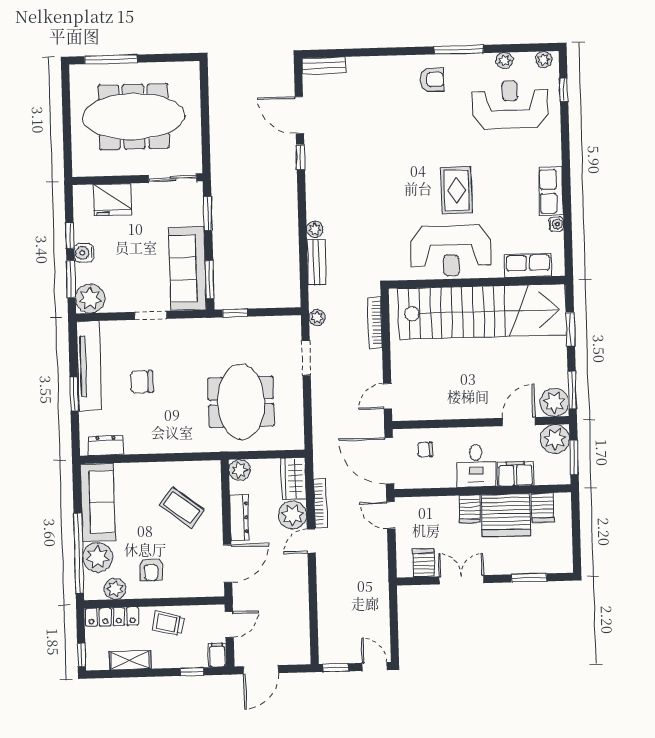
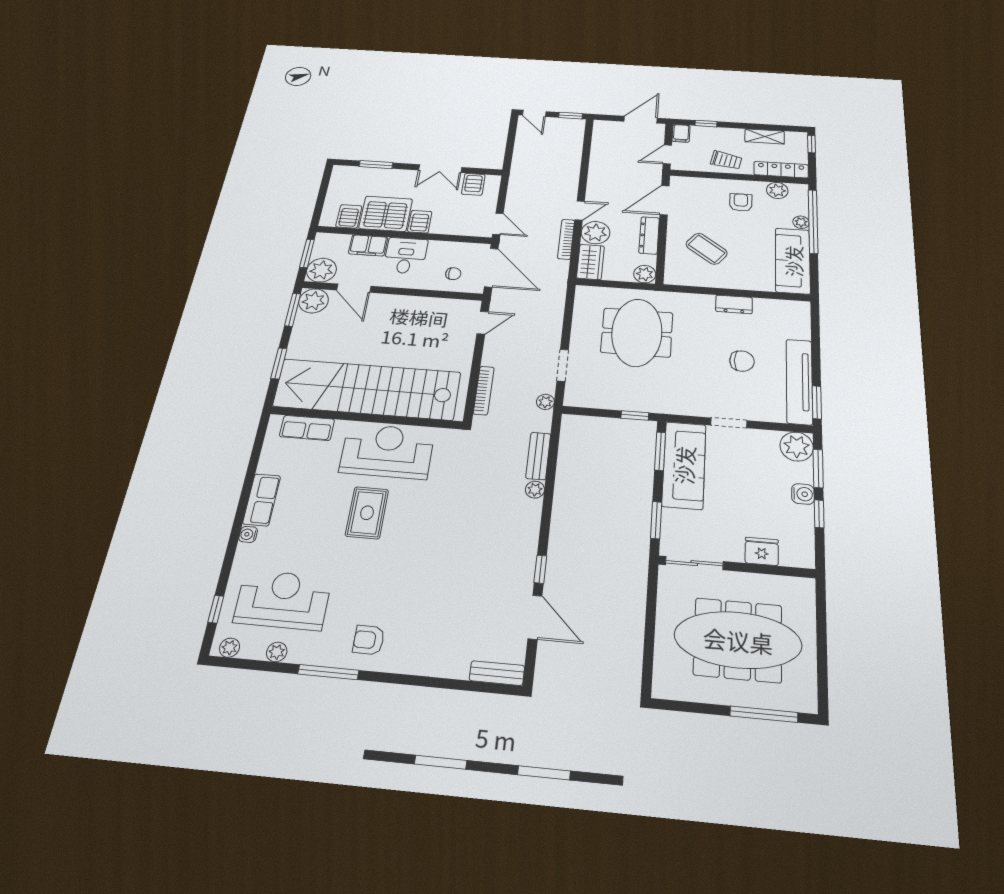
reception desk: (510, 105) -> (283, 600), turned 180
fridge: (112, 200) -> (762, 551), width x0.73, depth x0.75
water cooler: (556, 224) -> (248, 534), moved
window: (74, 394) -> (817, 402), moved
door: (519, 422) -> (354, 288), hinge flipped
dresser: (106, 445) -> (734, 304), moved
plant: (98, 557) -> (801, 222), width x0.53, depth x0.53

